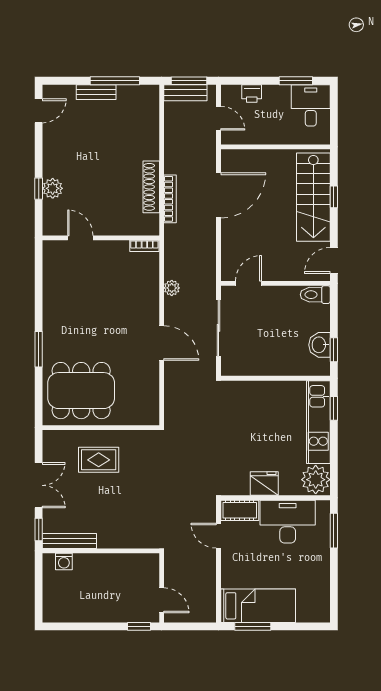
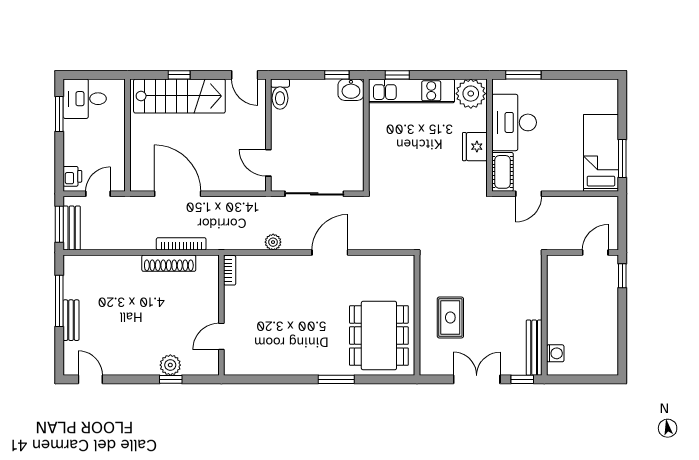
printer: (252, 93) -> (72, 176), moved
washbasin: (319, 345) -> (351, 90), moved

